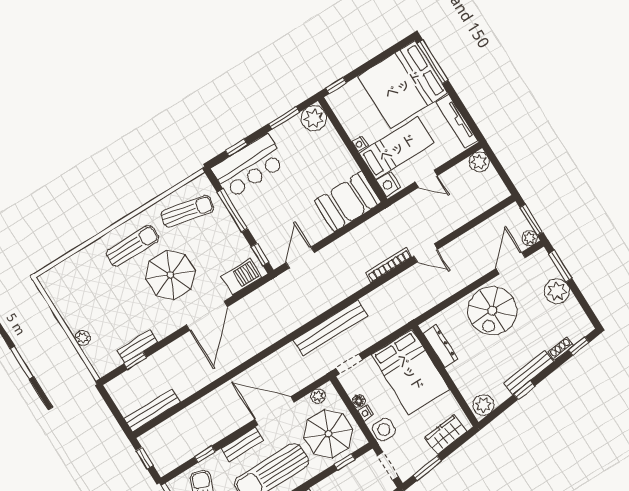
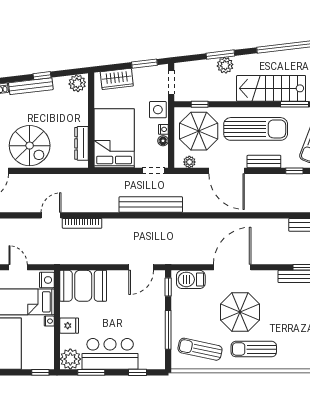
fridge: (336, 152) -> (69, 326), added
bar counter: (249, 166) -> (110, 354), moved
door: (426, 253) -> (51, 215), hinge flipped
spiral stairs: (492, 311) -> (30, 146), turned 90

